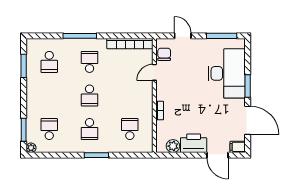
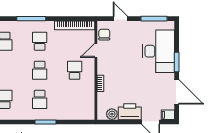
school desk: (130, 129) -> (75, 70), moved

